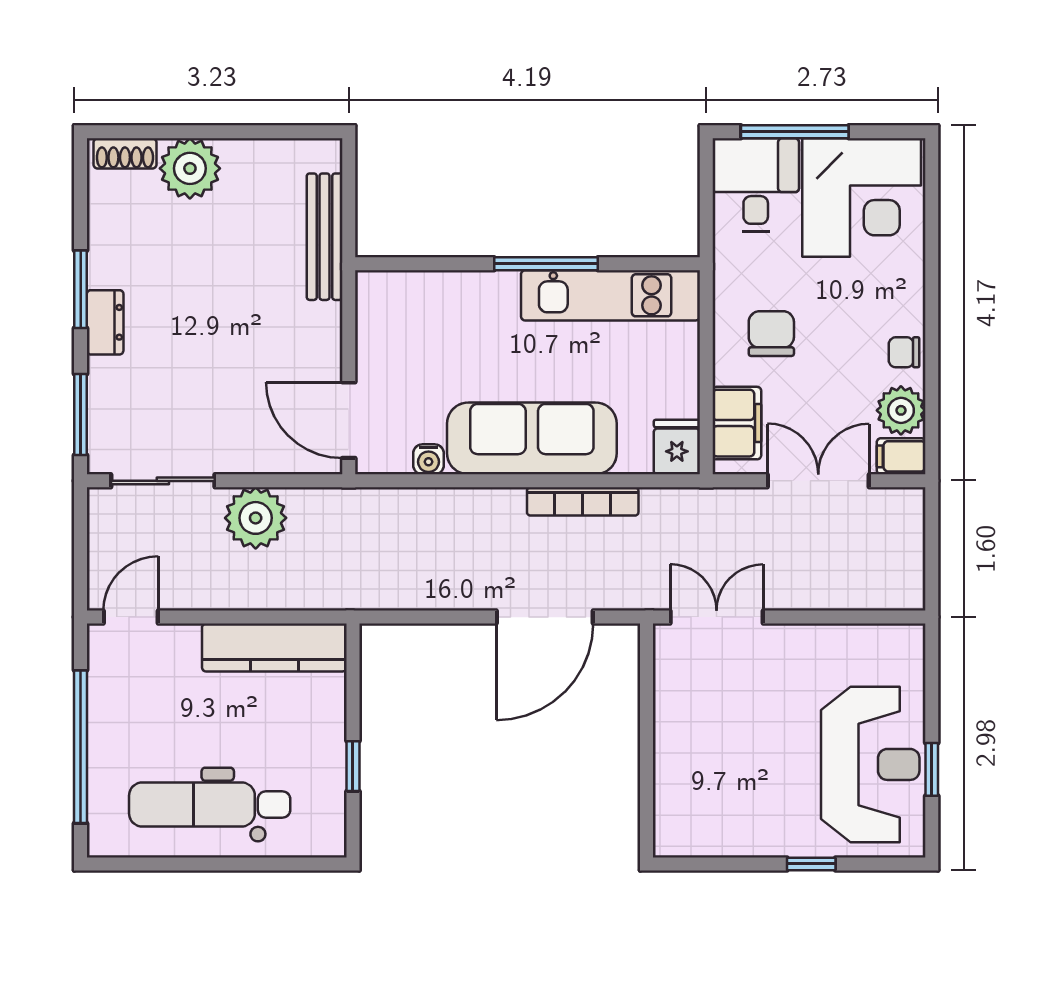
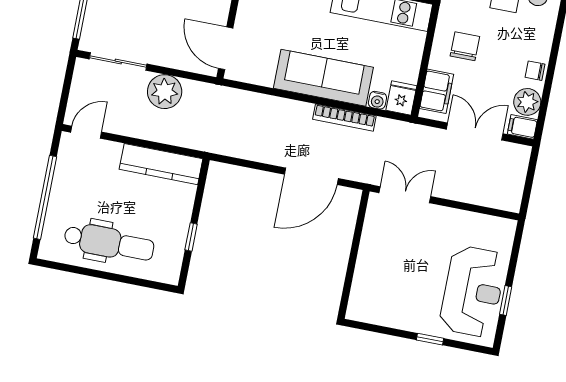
water cooler: (428, 459) -> (377, 100), moved
dental chair: (210, 805) -> (109, 243), turned 180

